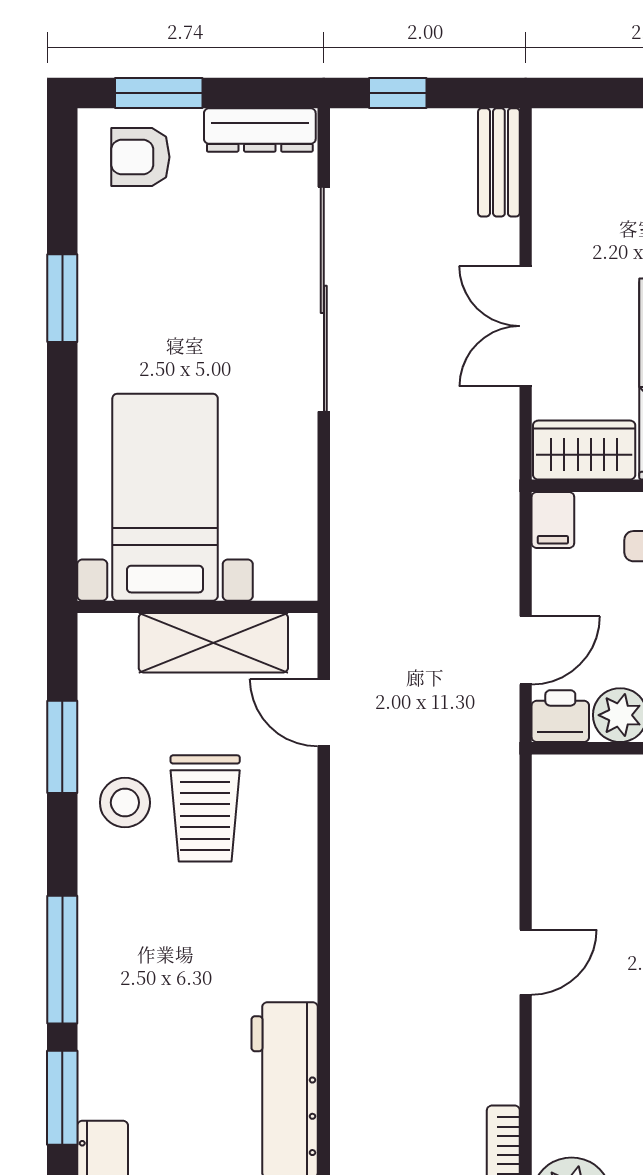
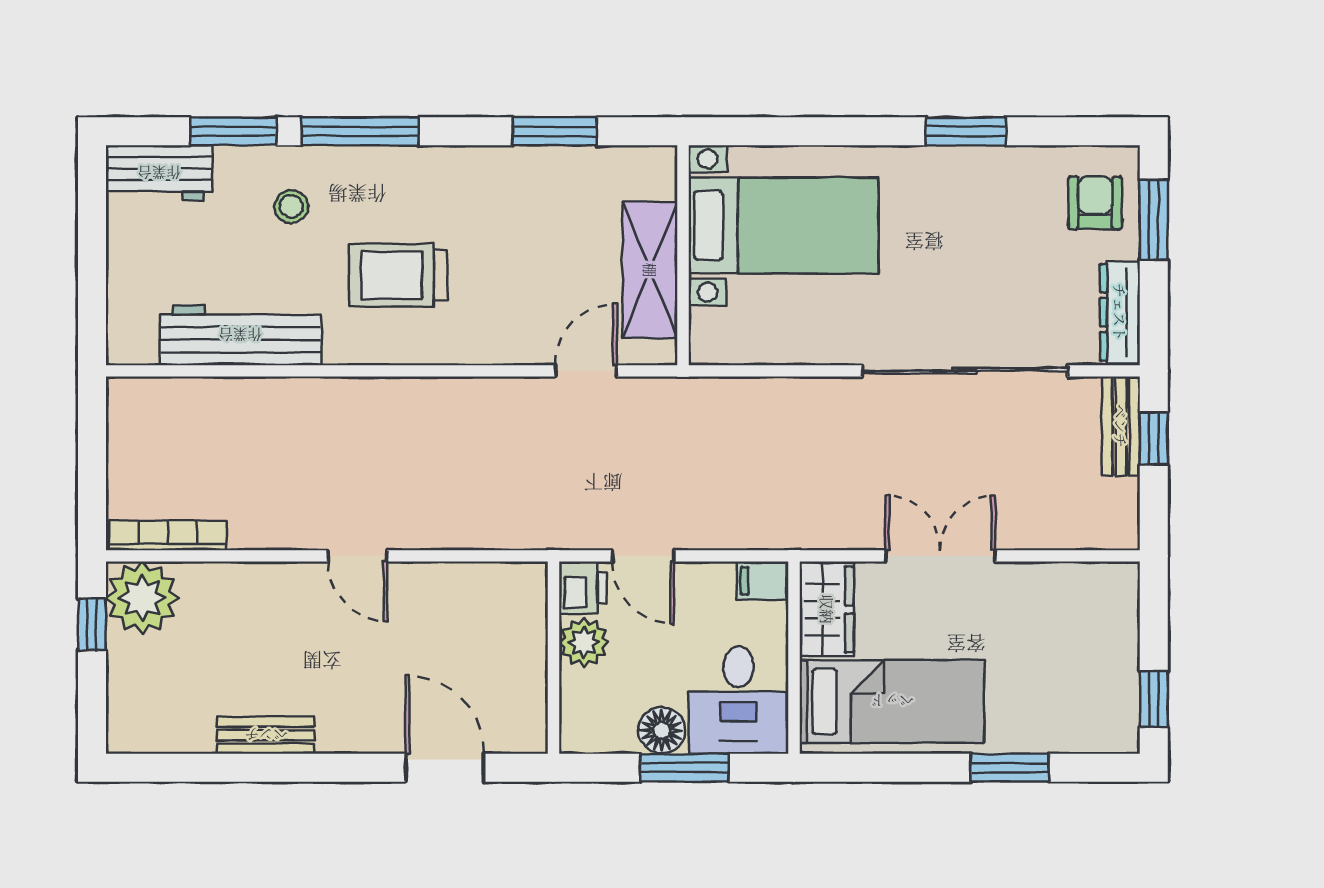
bench: (499, 162) -> (1121, 426), moved, turned 90
stool: (125, 803) -> (291, 206), moved, width x0.73, depth x0.73
trolley: (205, 808) -> (399, 275), moved

